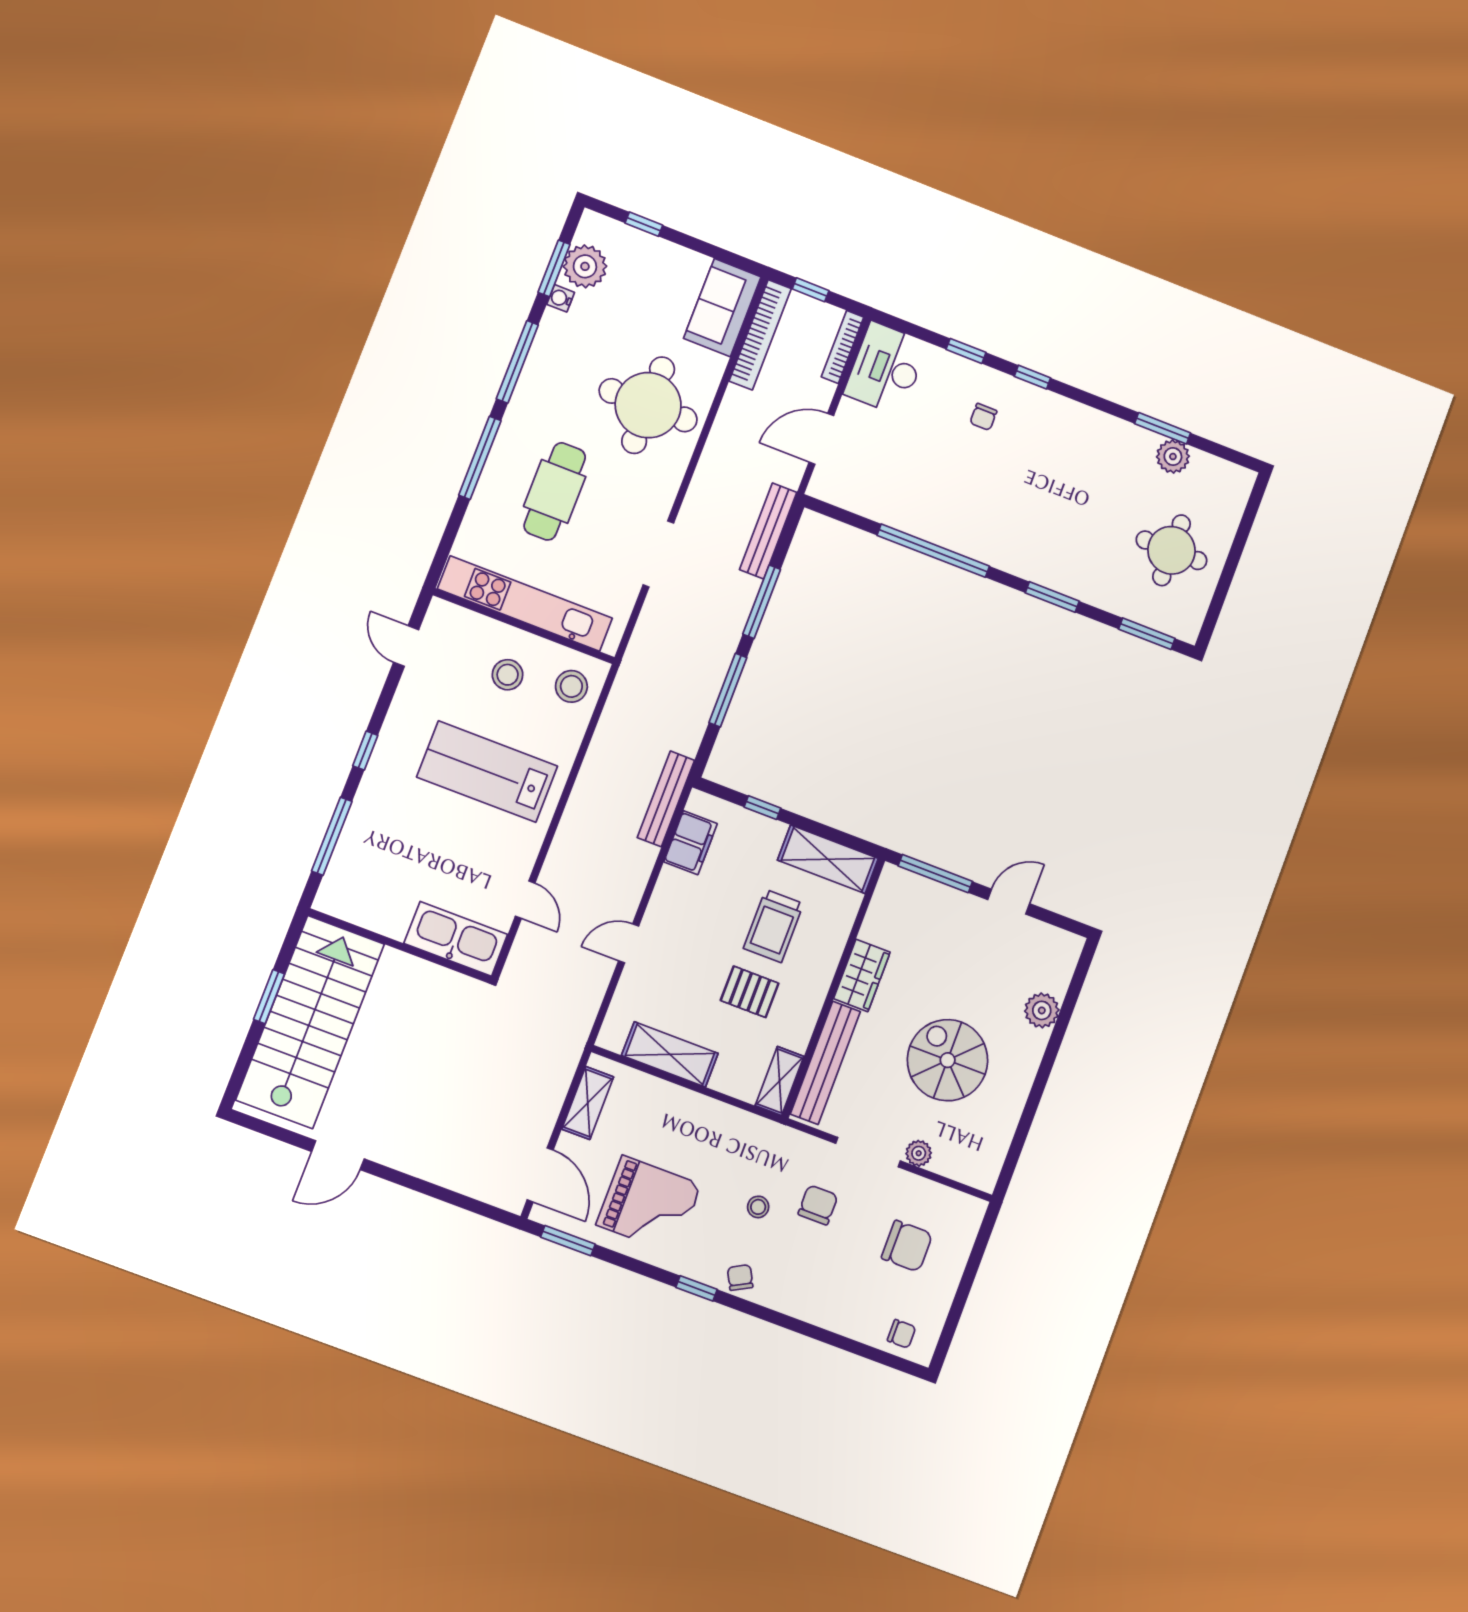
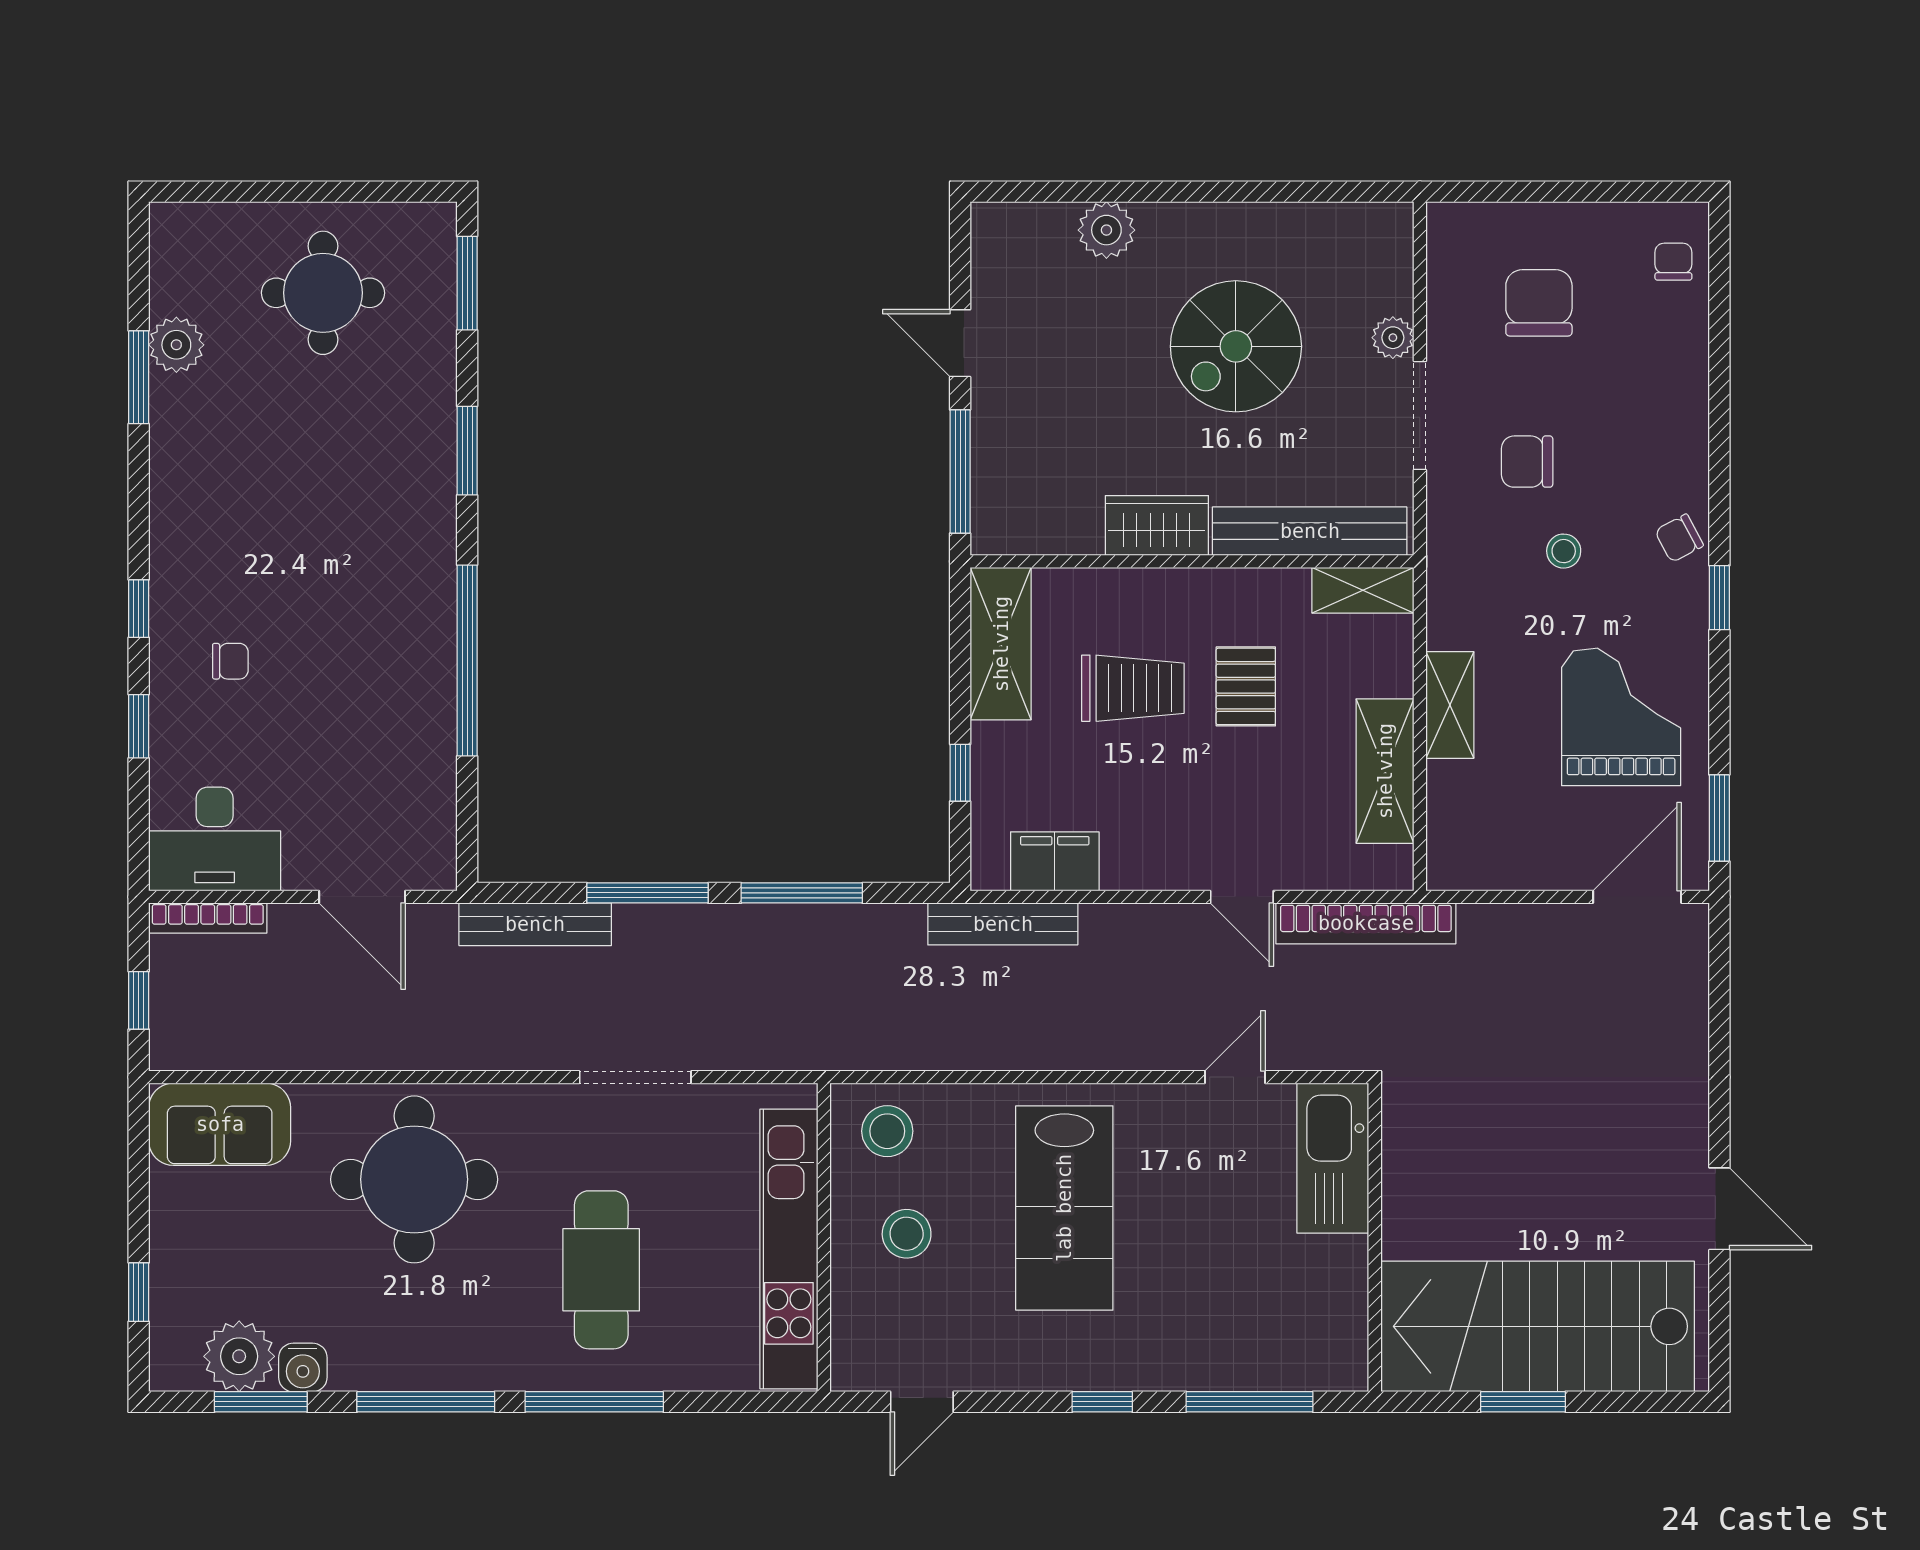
water cooler: (561, 298) -> (303, 1367), width x1.38, depth x1.38
bookcase: (760, 335) -> (1366, 923), moved, turned 180
cafe table: (555, 491) -> (601, 1270), turned 90
shelving: (588, 1103) -> (1450, 705), moved, turned 90

